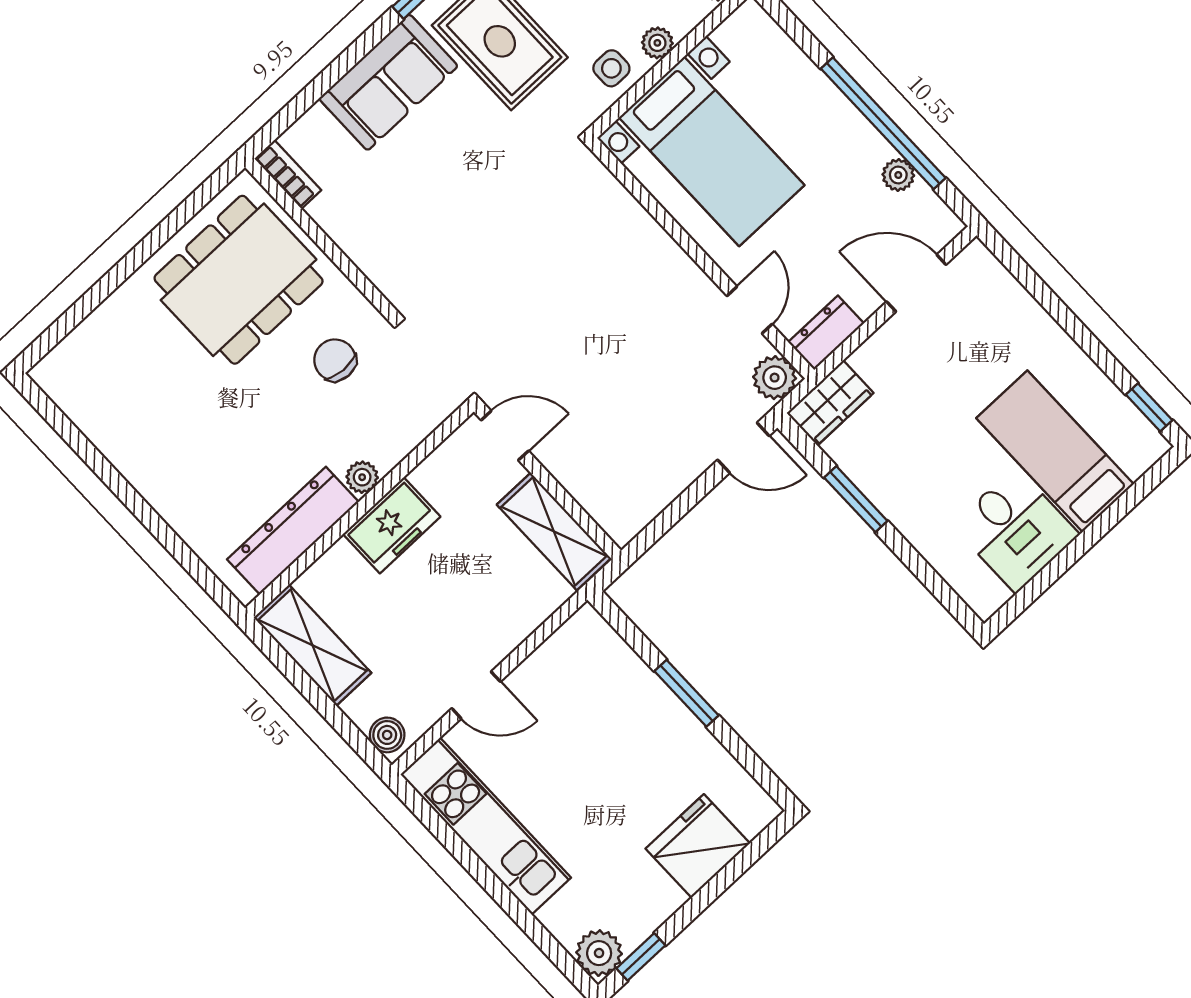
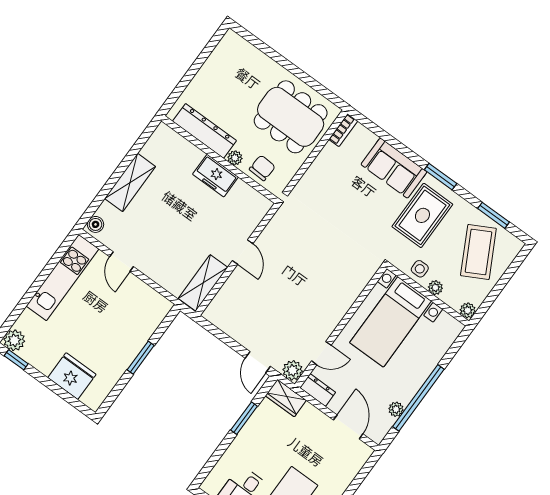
plant: (362, 477) -> (235, 158), moved
wall: (359, 510) -> (220, 160), moved
freezer: (392, 525) -> (215, 176), moved
dresser: (293, 531) -> (204, 131), moved

